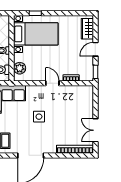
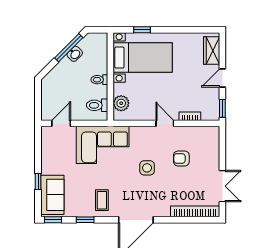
armchair: (65, 110) -> (181, 158), added
double door: (95, 130) -> (222, 186), swing flipped

